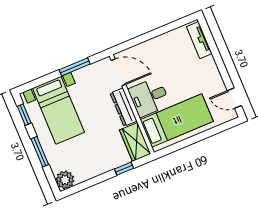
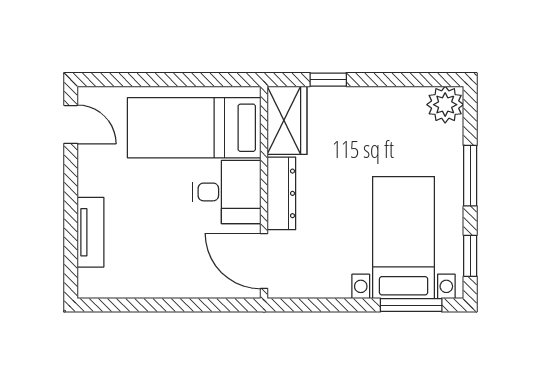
tv unit: (199, 40) -> (91, 232), moved
window: (75, 67) -> (411, 305), moved

